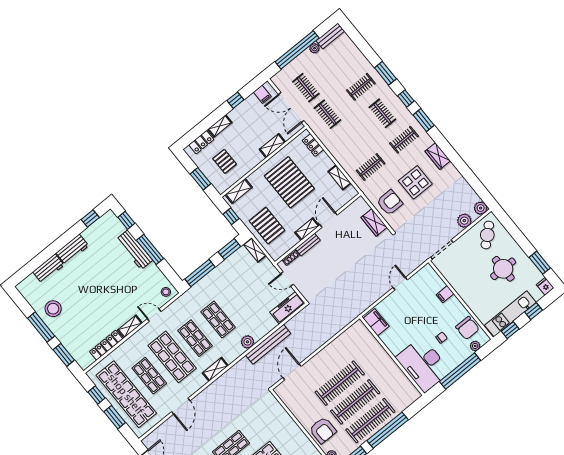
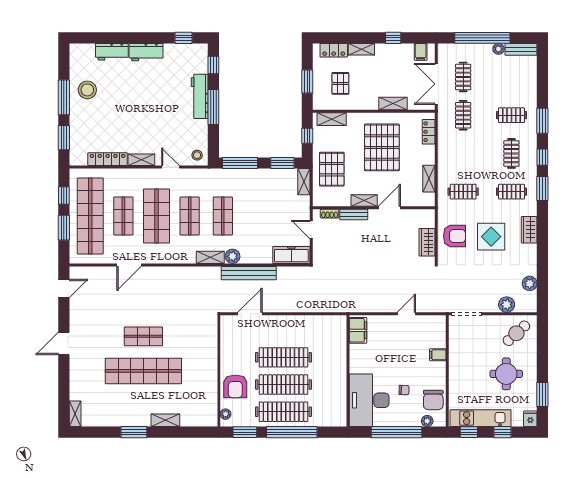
plant: (481, 208) -> (530, 283), moved
shelving: (215, 369) -> (210, 257), moved

